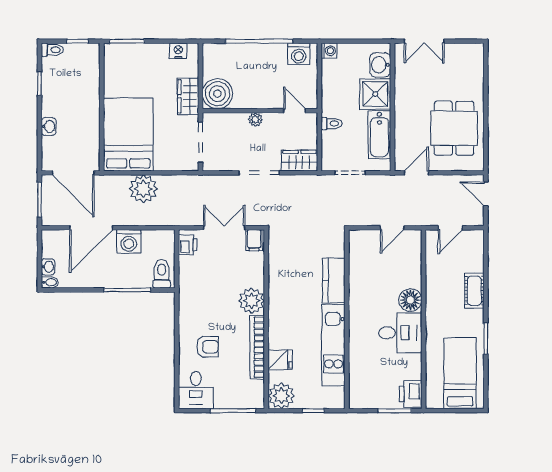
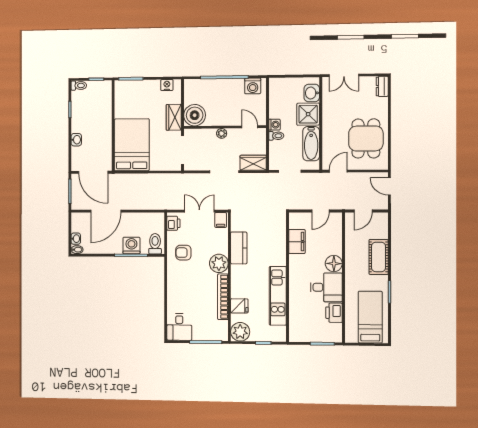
washing machine: (329, 51) -> (274, 125), moved
dresser: (476, 57) -> (382, 86), added
plant: (143, 189) -> (142, 183), removed
washing machine: (129, 241) -> (131, 246), moved, turned 180
filing cabinet: (360, 270) -> (297, 242), added
kitchen counter: (334, 280) -> (239, 248), moved, turned 180
cot: (474, 291) -> (379, 257), width x1.37, depth x1.34
armchair: (207, 347) -> (183, 253), moved, turned 180
printer: (411, 394) -> (334, 313), moved

